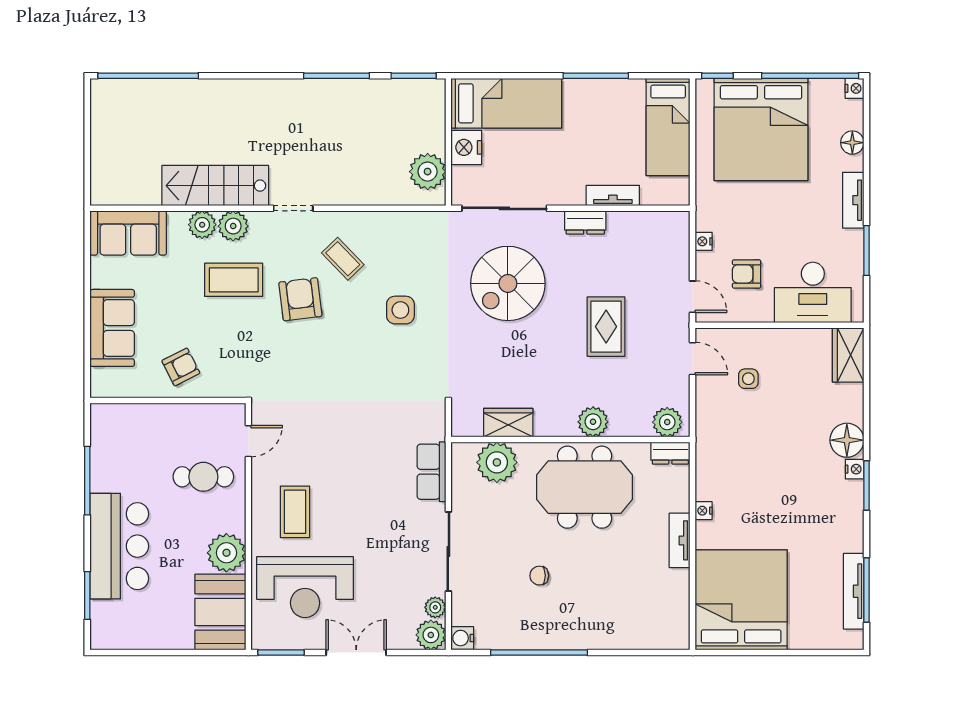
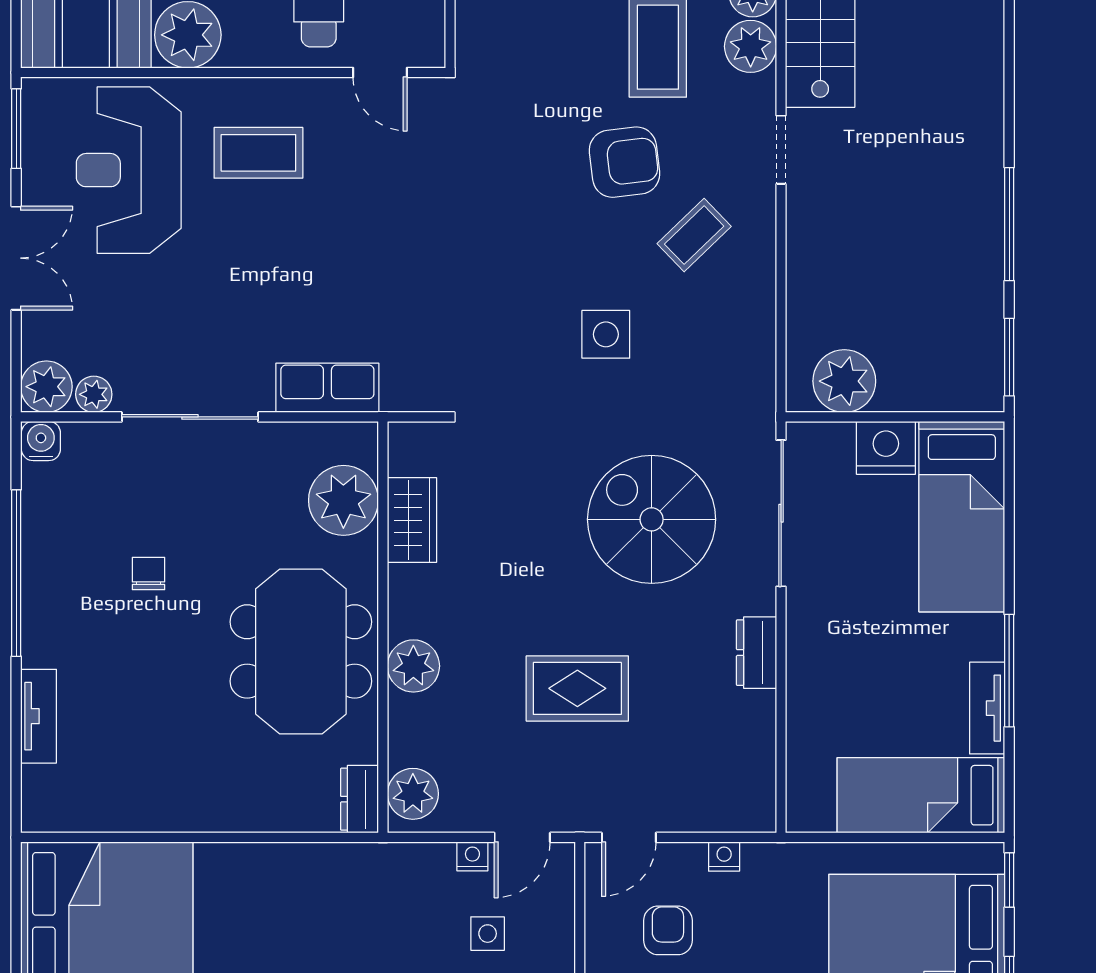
tv unit: (613, 196) -> (987, 708), moved, turned 180
nightstand: (704, 511) -> (472, 856), moved
tv unit: (680, 540) -> (39, 716), moved, turned 90

